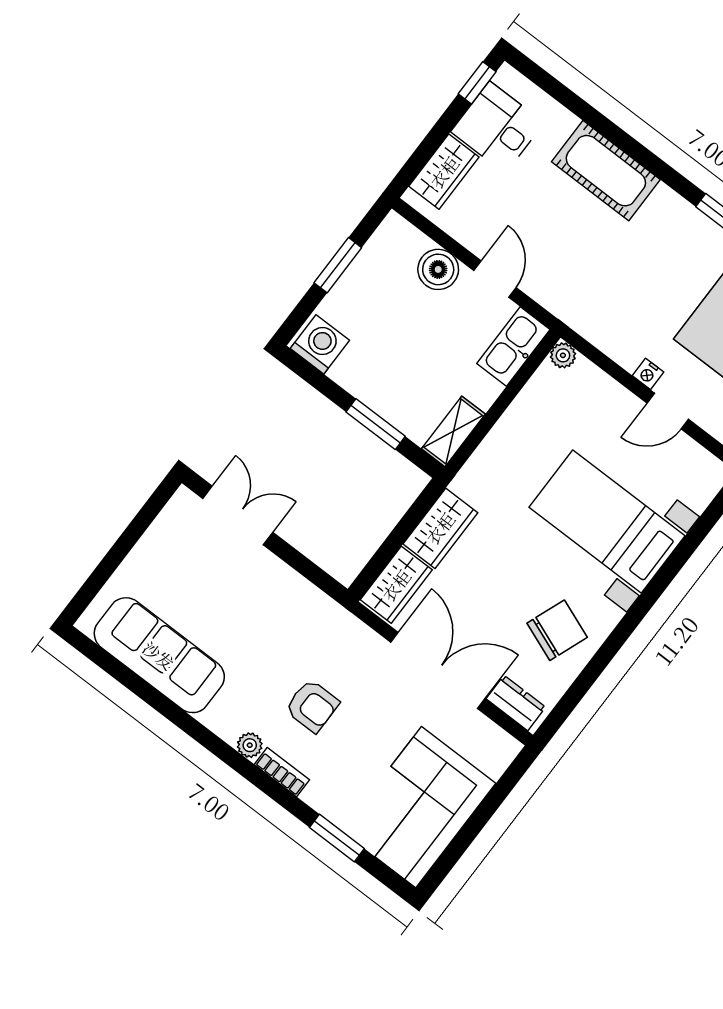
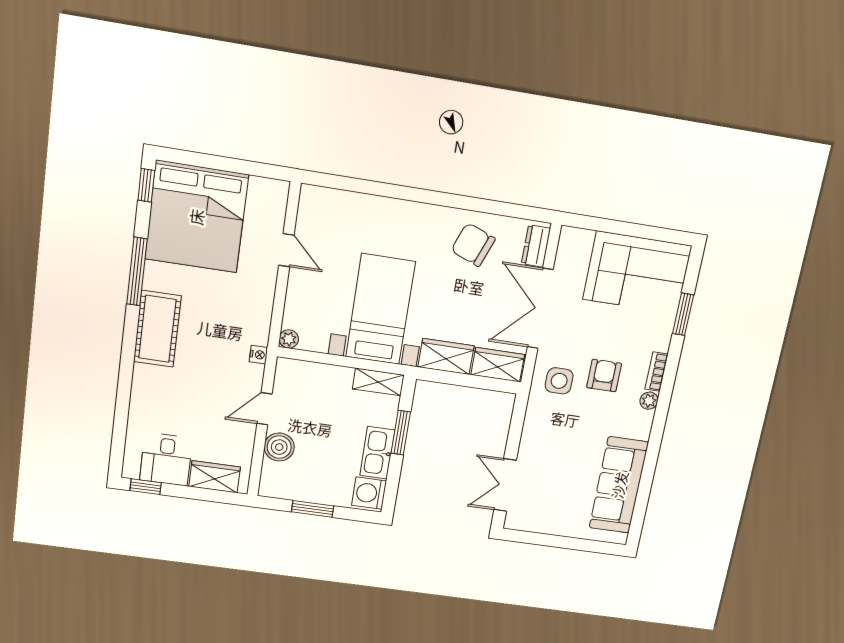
cot: (606, 171) -> (157, 329), moved
kitchen sink: (513, 347) -> (377, 453), moved, turned 90
nightstand: (648, 374) -> (259, 355), moved
bed with nightstands: (607, 522) -> (380, 309), moved, turned 180
side table: (335, 648) -> (559, 381), added

